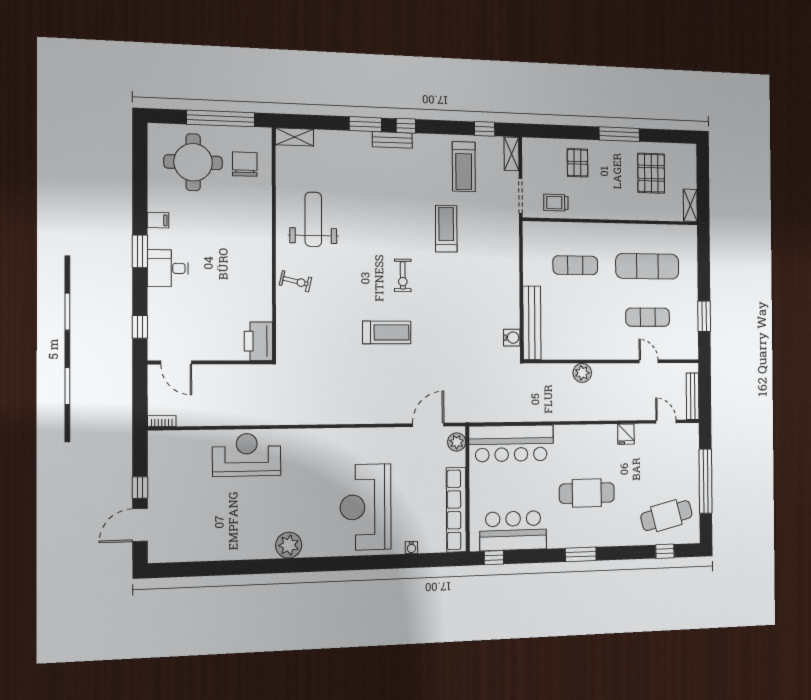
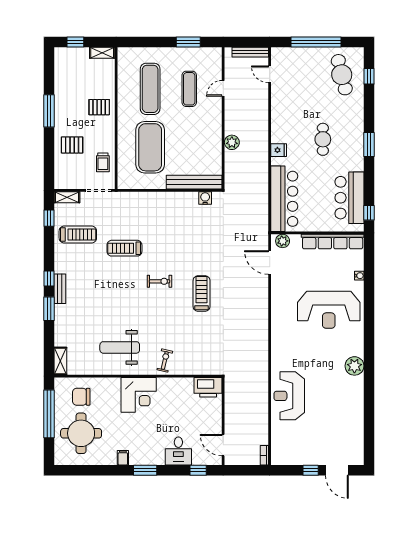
window: (703, 171) -> (75, 42), added
pallet: (651, 173) -> (99, 107), moved, width x0.67, depth x0.71
corner desk: (248, 244) -> (139, 395), added
exercise mat: (575, 265) -> (150, 147), width x2.00, depth x1.45
desk: (168, 268) -> (178, 451), moved
door: (176, 362) -> (223, 445), swing flipped
door: (666, 422) -> (270, 74), hinge flipped
fridge: (626, 434) -> (279, 150), moved
cafe table: (587, 493) -> (323, 139), width x0.73, depth x0.74

